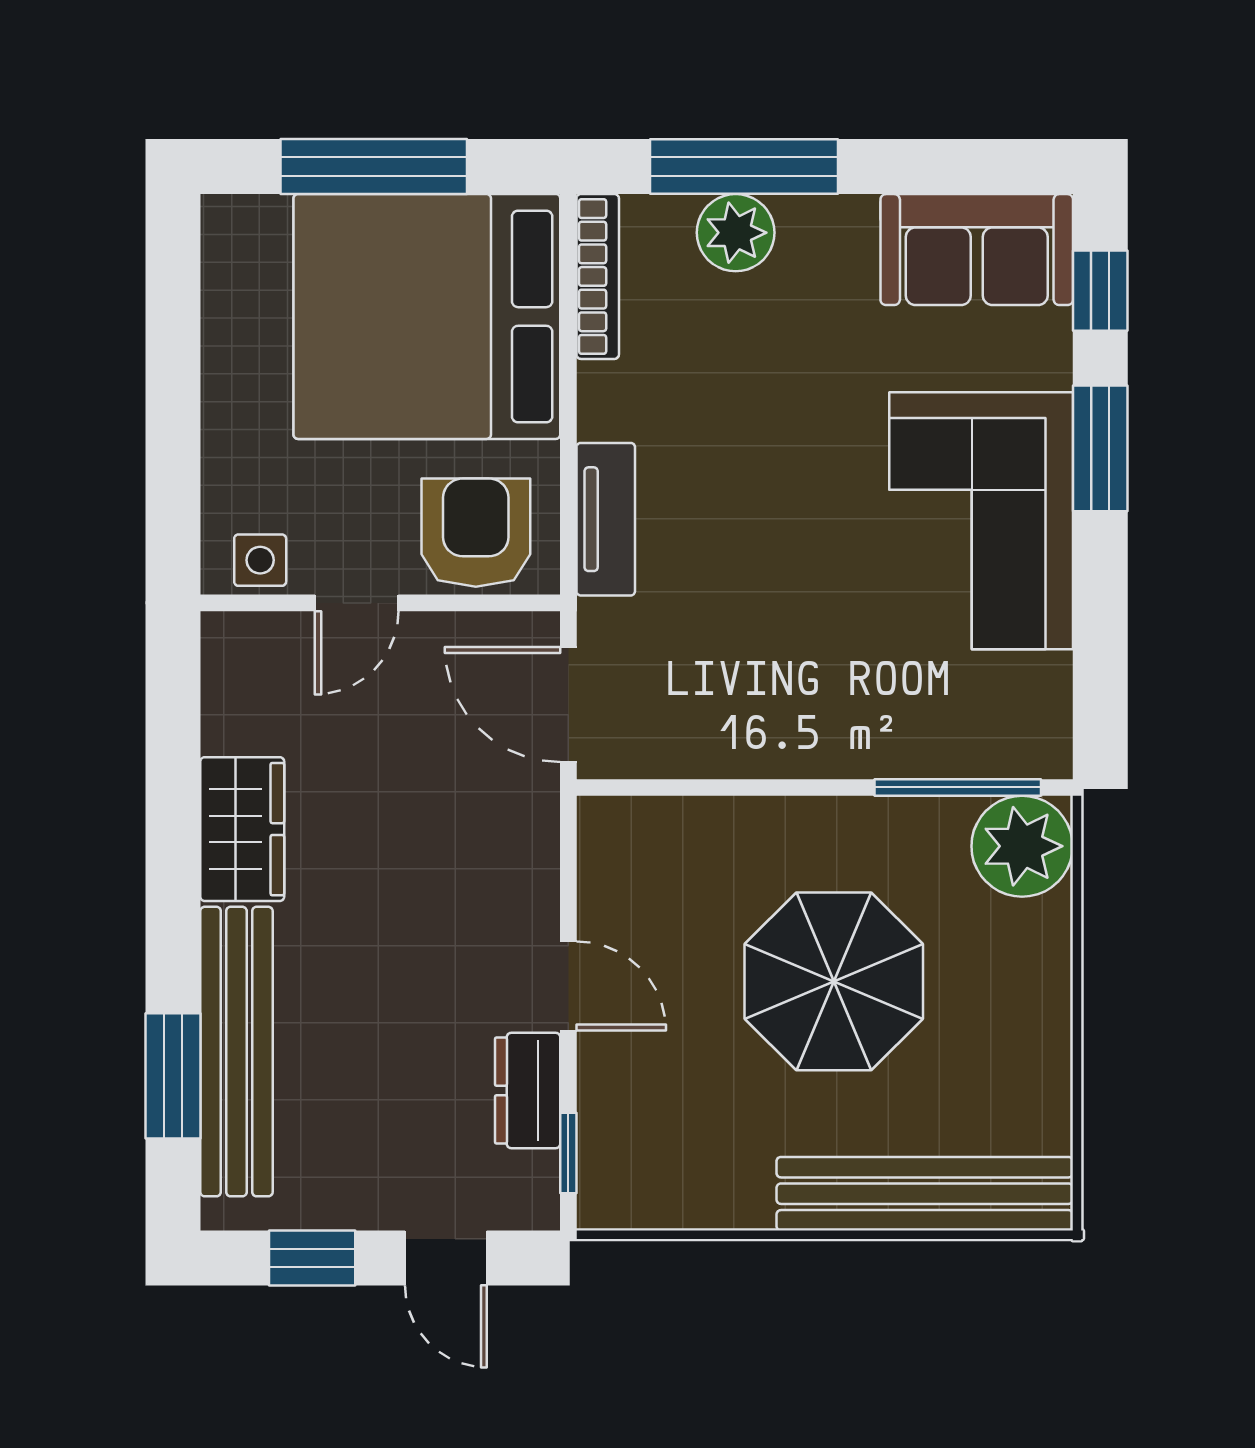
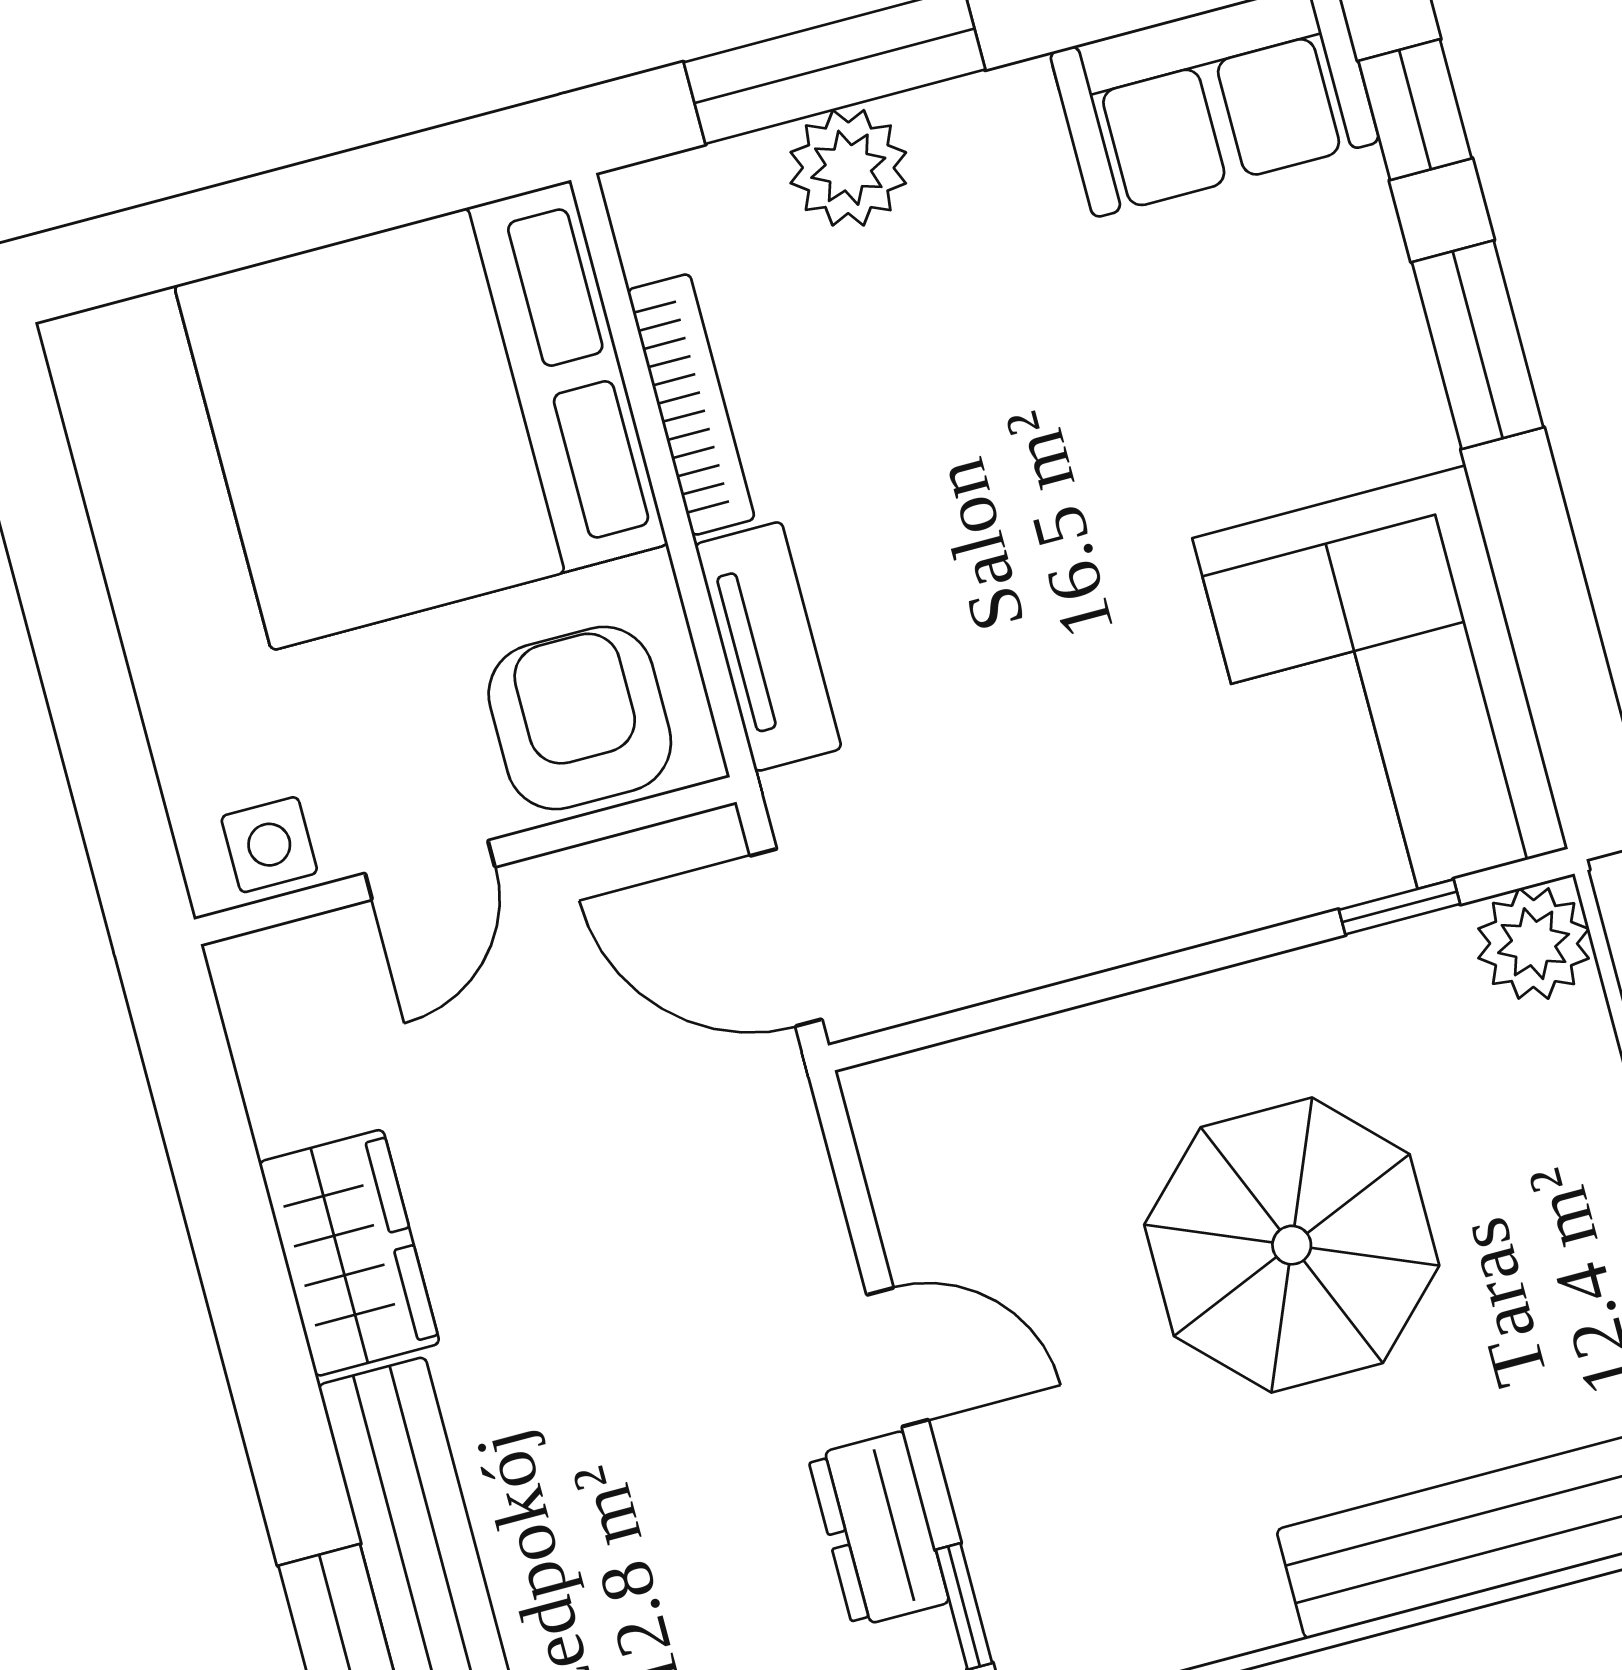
window: (374, 167) -> (283, 213), removed
bookcase: (598, 276) -> (691, 405), moved
corner sofa: (981, 521) -> (1380, 694), moved
window: (958, 787) -> (1399, 907), width x0.46
plant: (1022, 846) -> (1534, 944), width x0.73, depth x0.73

